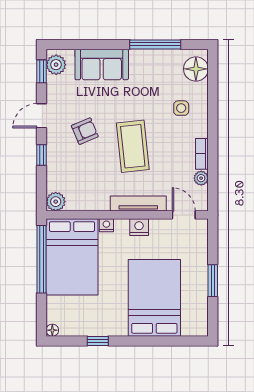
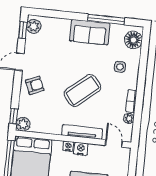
sofa: (102, 64) -> (90, 32), moved
armchair: (85, 131) -> (35, 85), moved
coffee table: (133, 146) -> (82, 91), turned 56
window: (42, 155) -> (14, 116), moved
nightstand: (106, 225) -> (68, 146), moved

